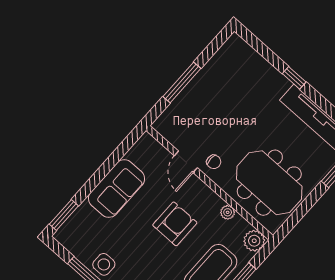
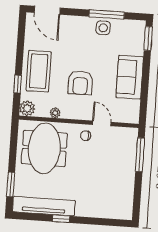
window: (294, 78) -> (61, 219), moved
window: (182, 83) -> (140, 155), moved
meeting table: (269, 183) -> (44, 148), turned 90

